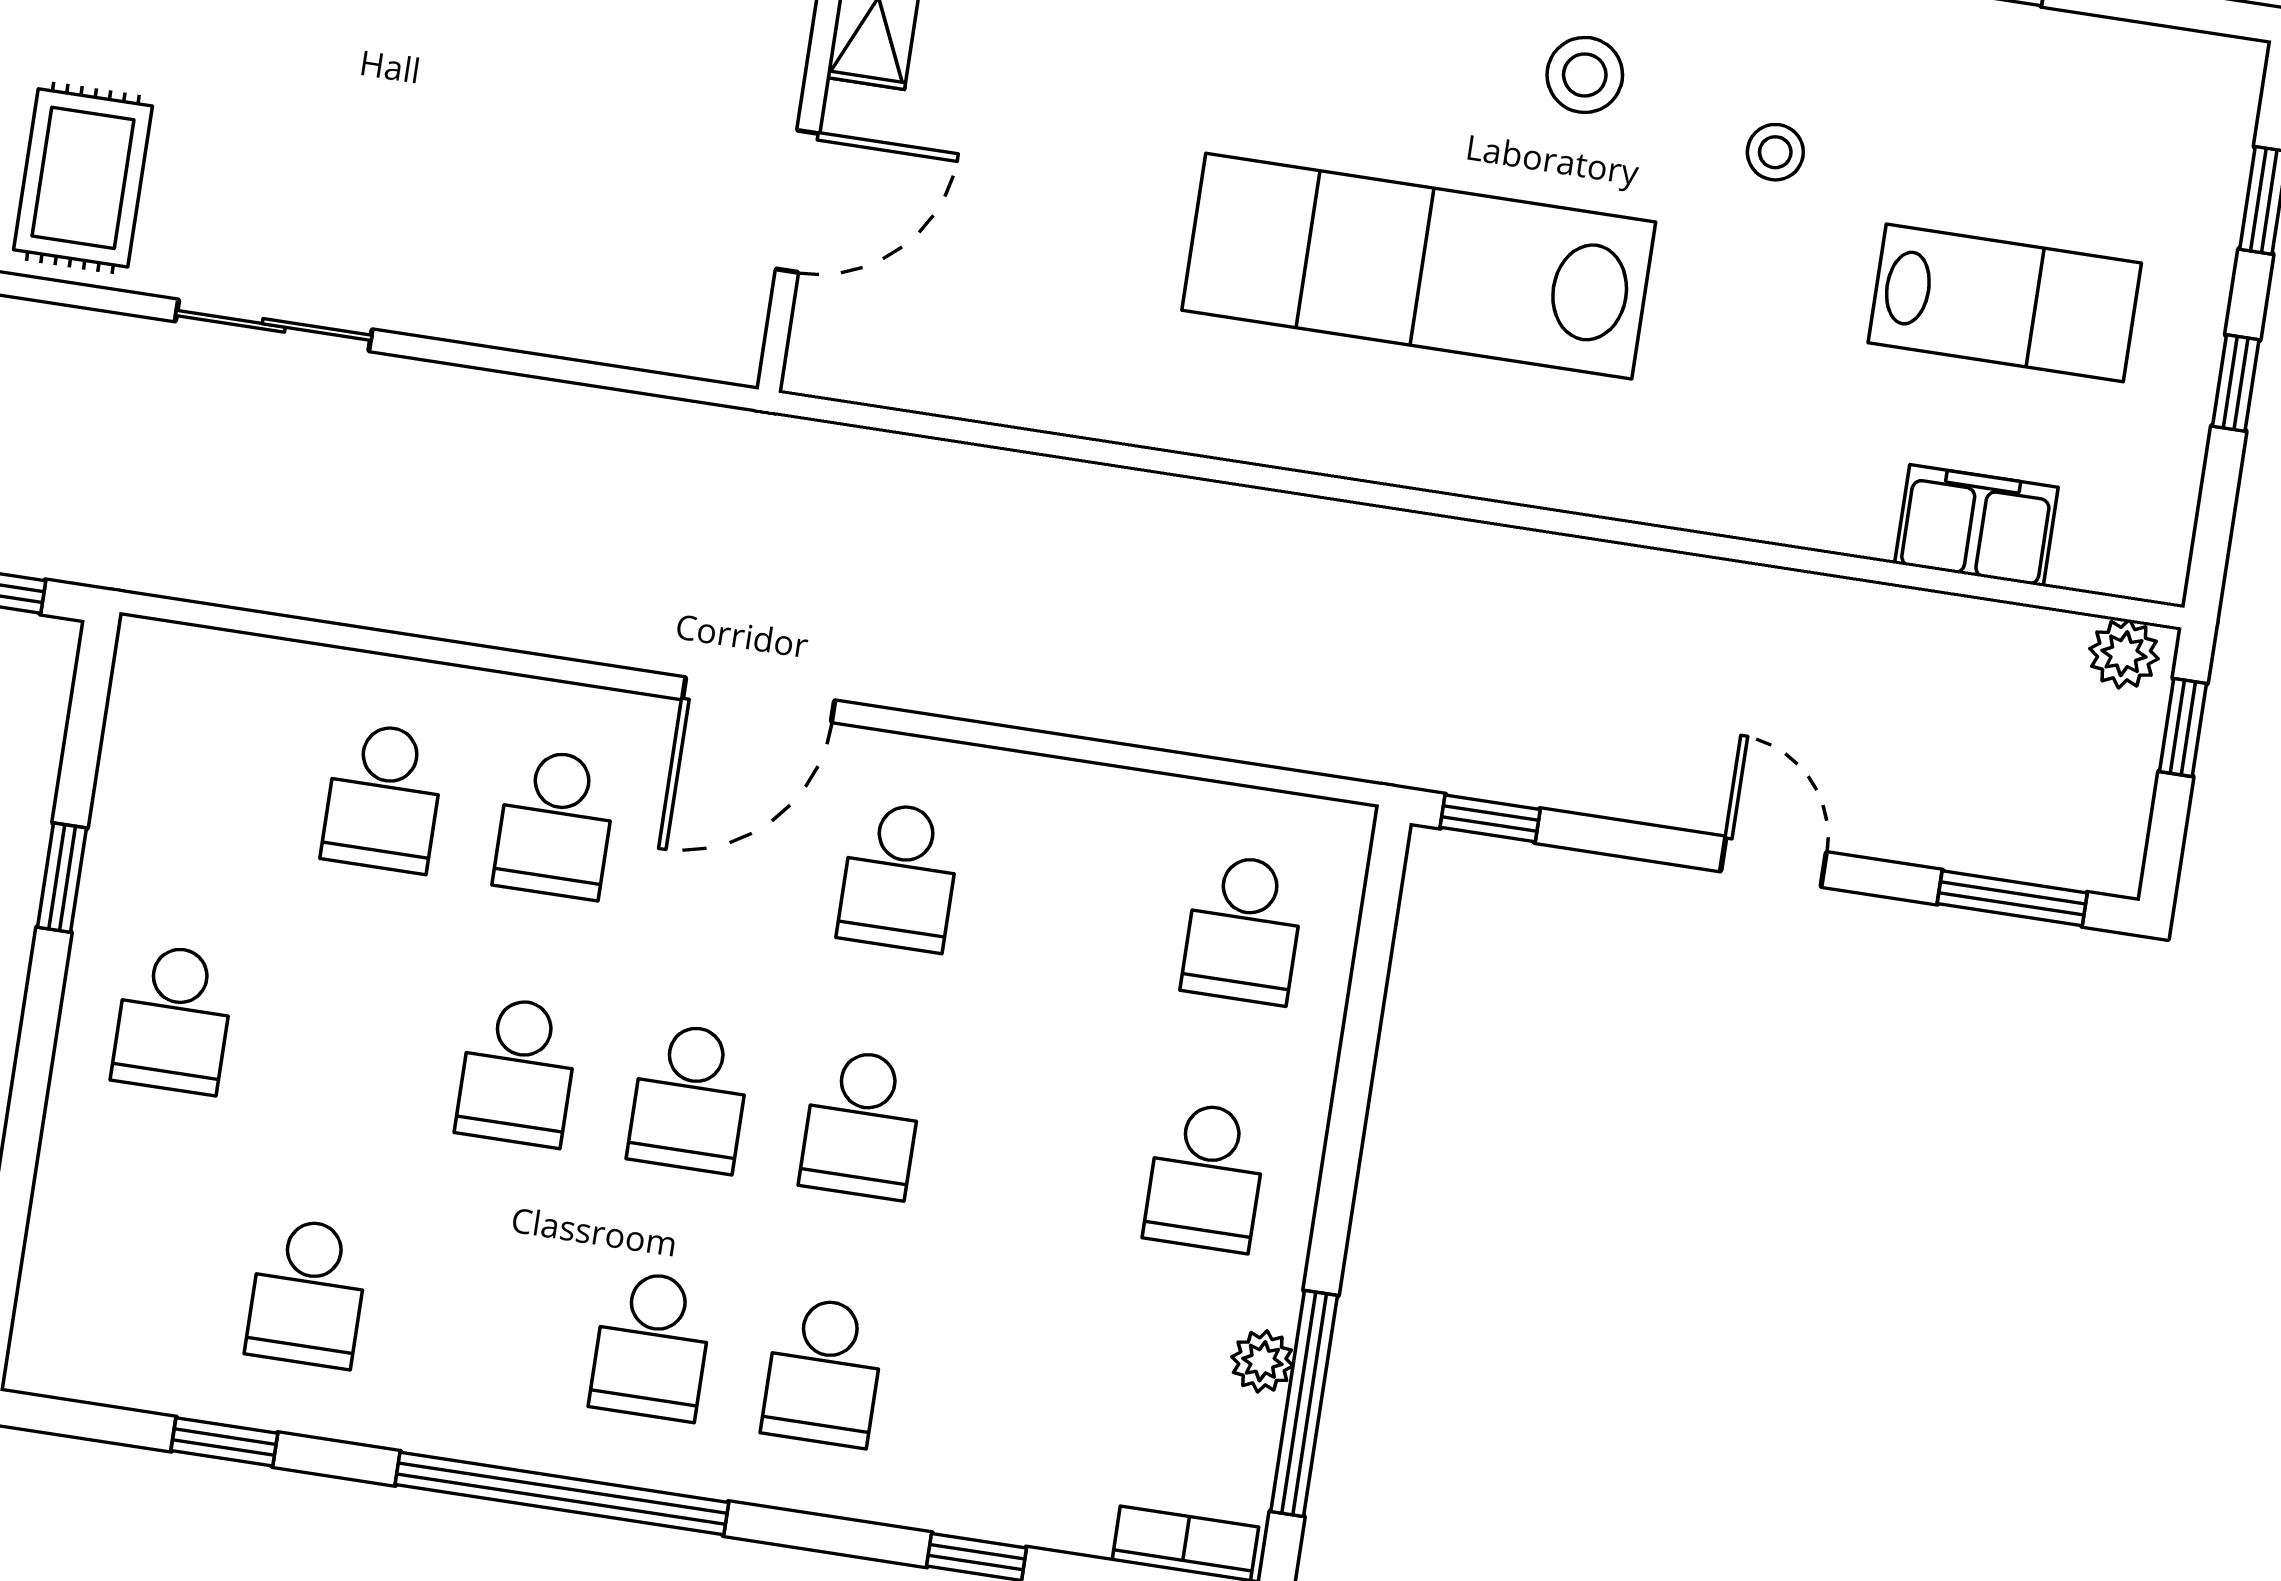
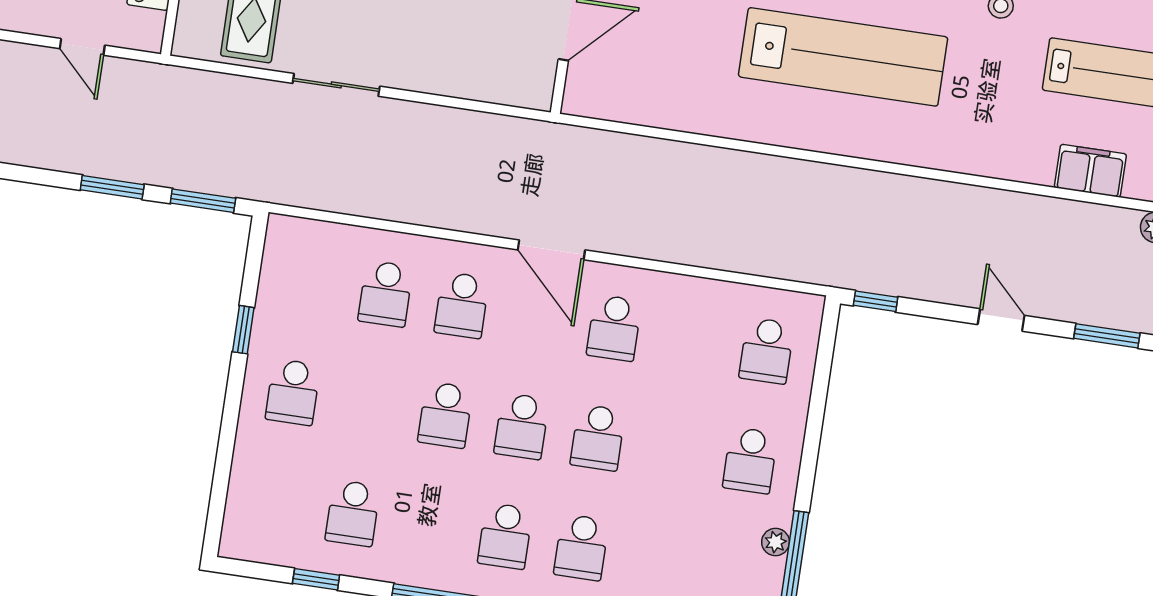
lab bench: (1419, 266) -> (843, 57), turned 180
door: (758, 700) -> (551, 250), hinge flipped

